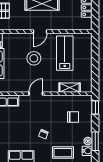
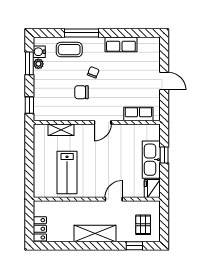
door: (40, 32) -> (114, 199), moved
stool: (34, 58) -> (105, 166), removed
chair: (73, 117) -> (82, 92), moved

